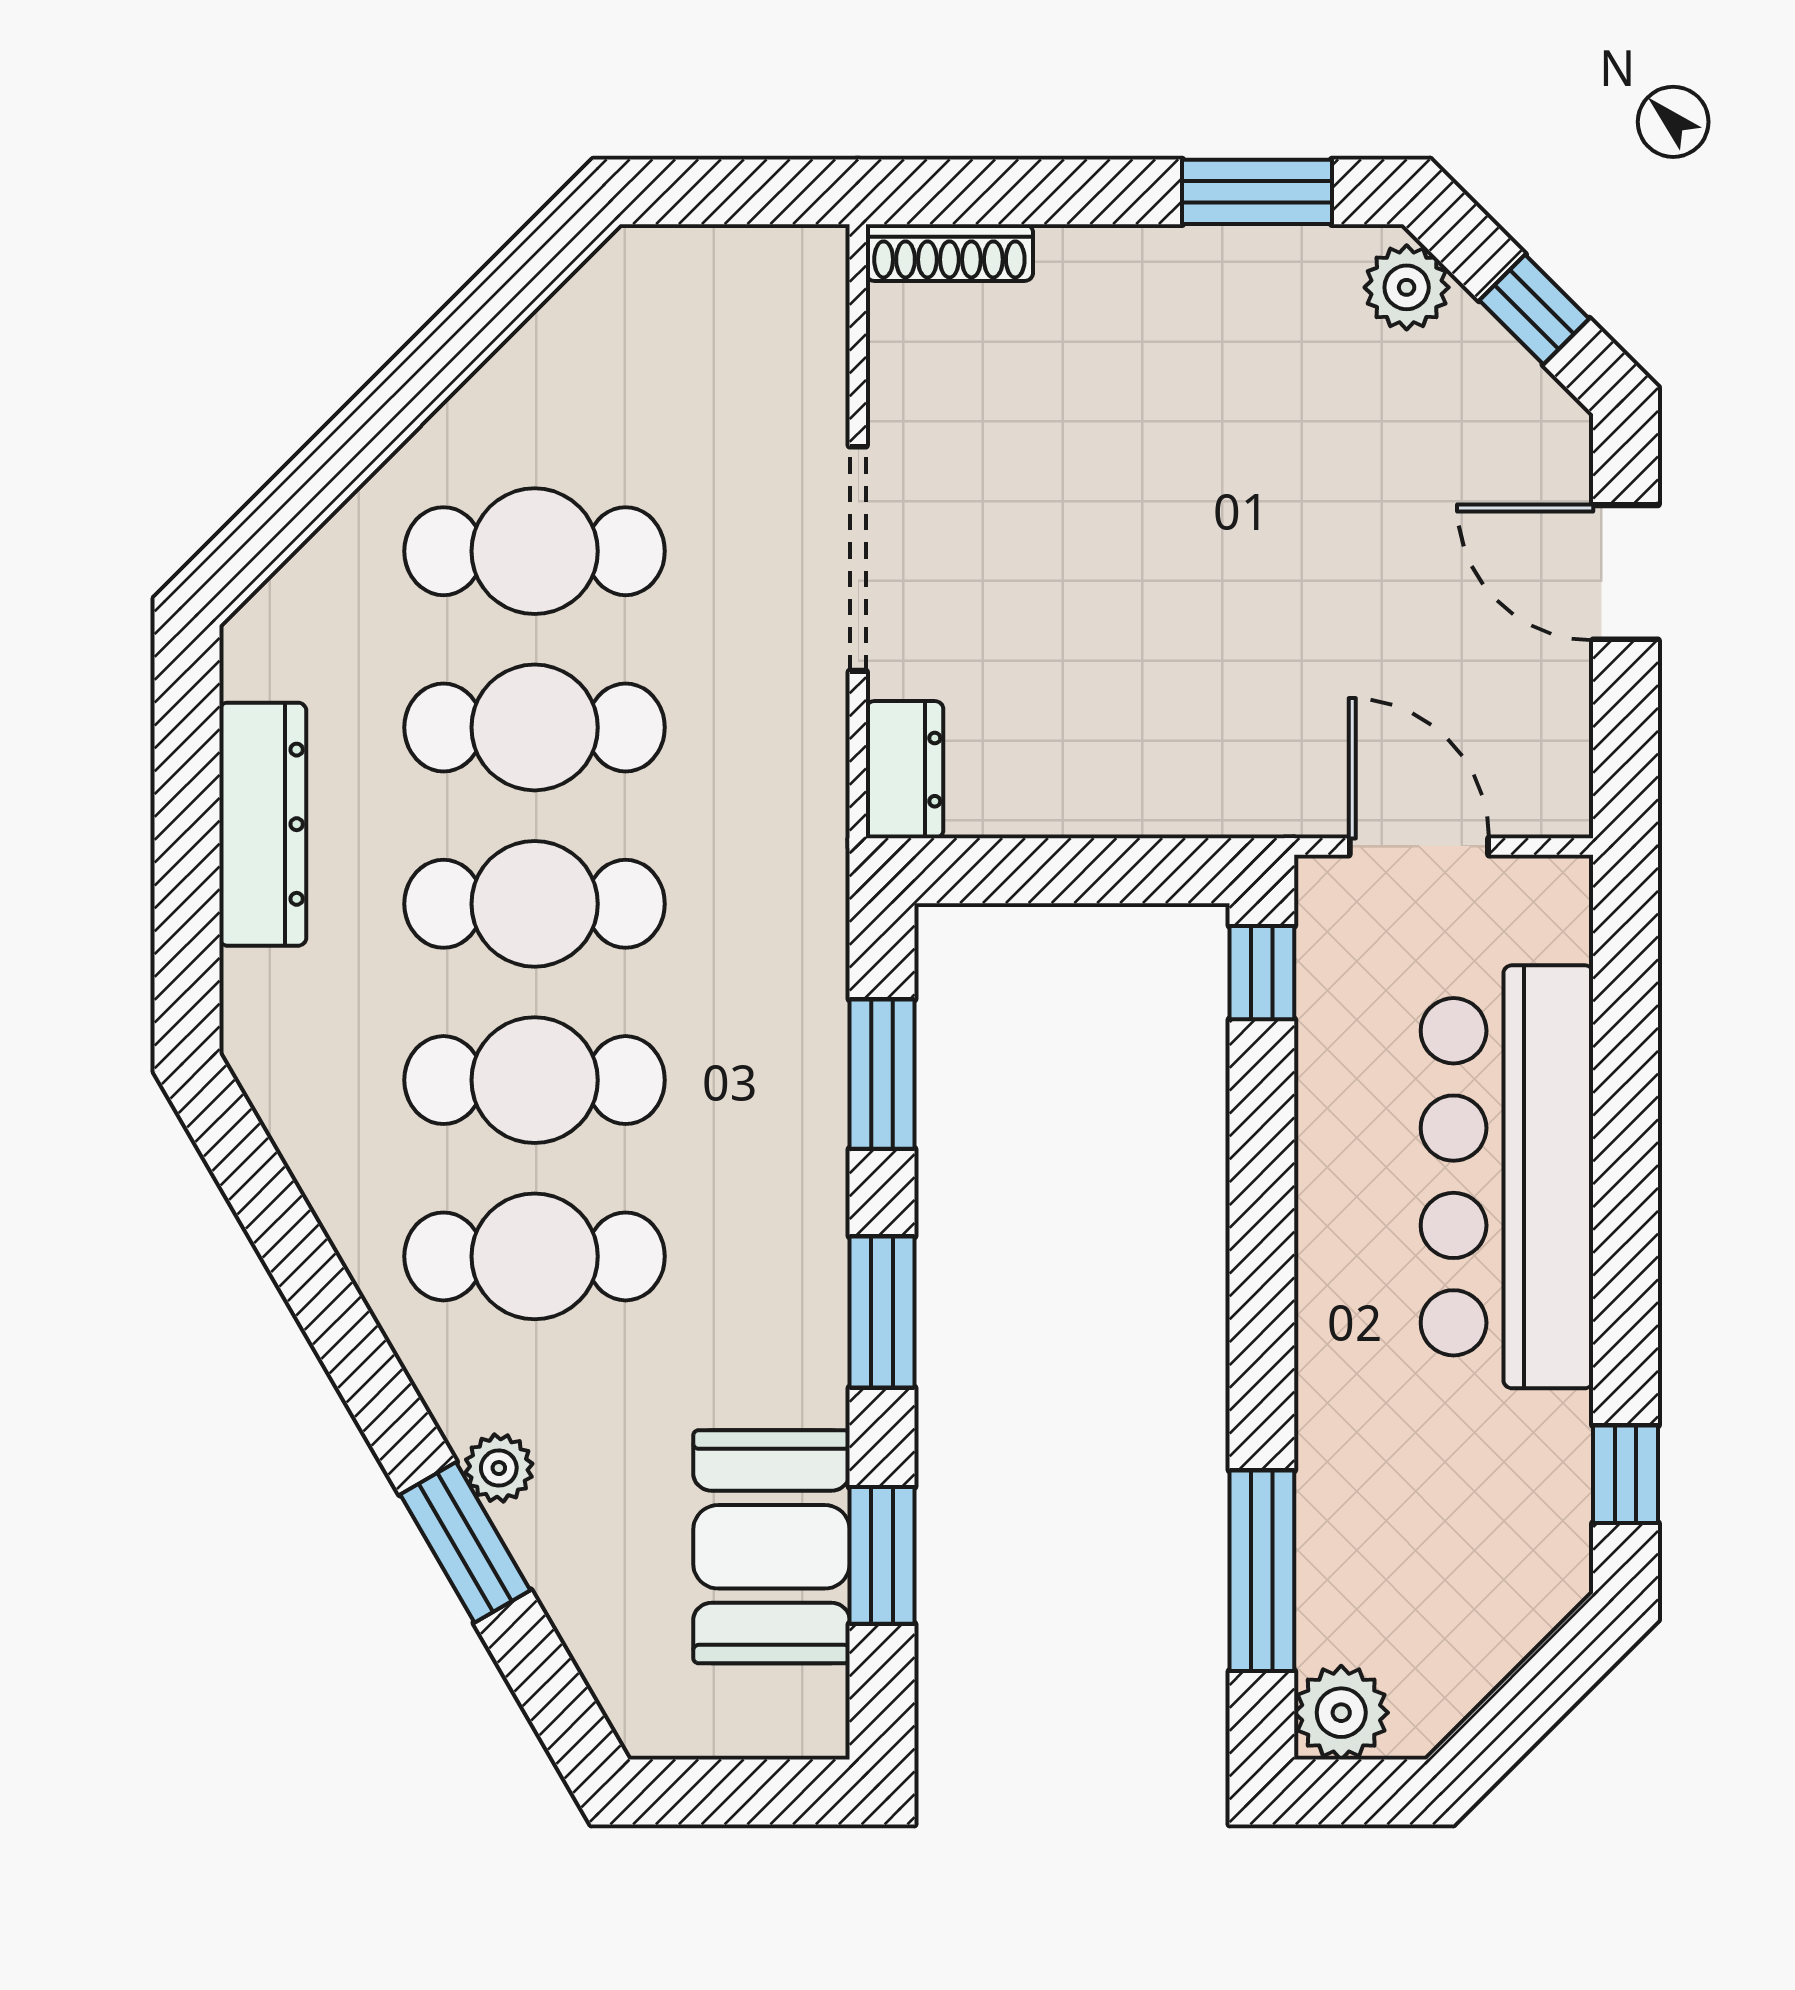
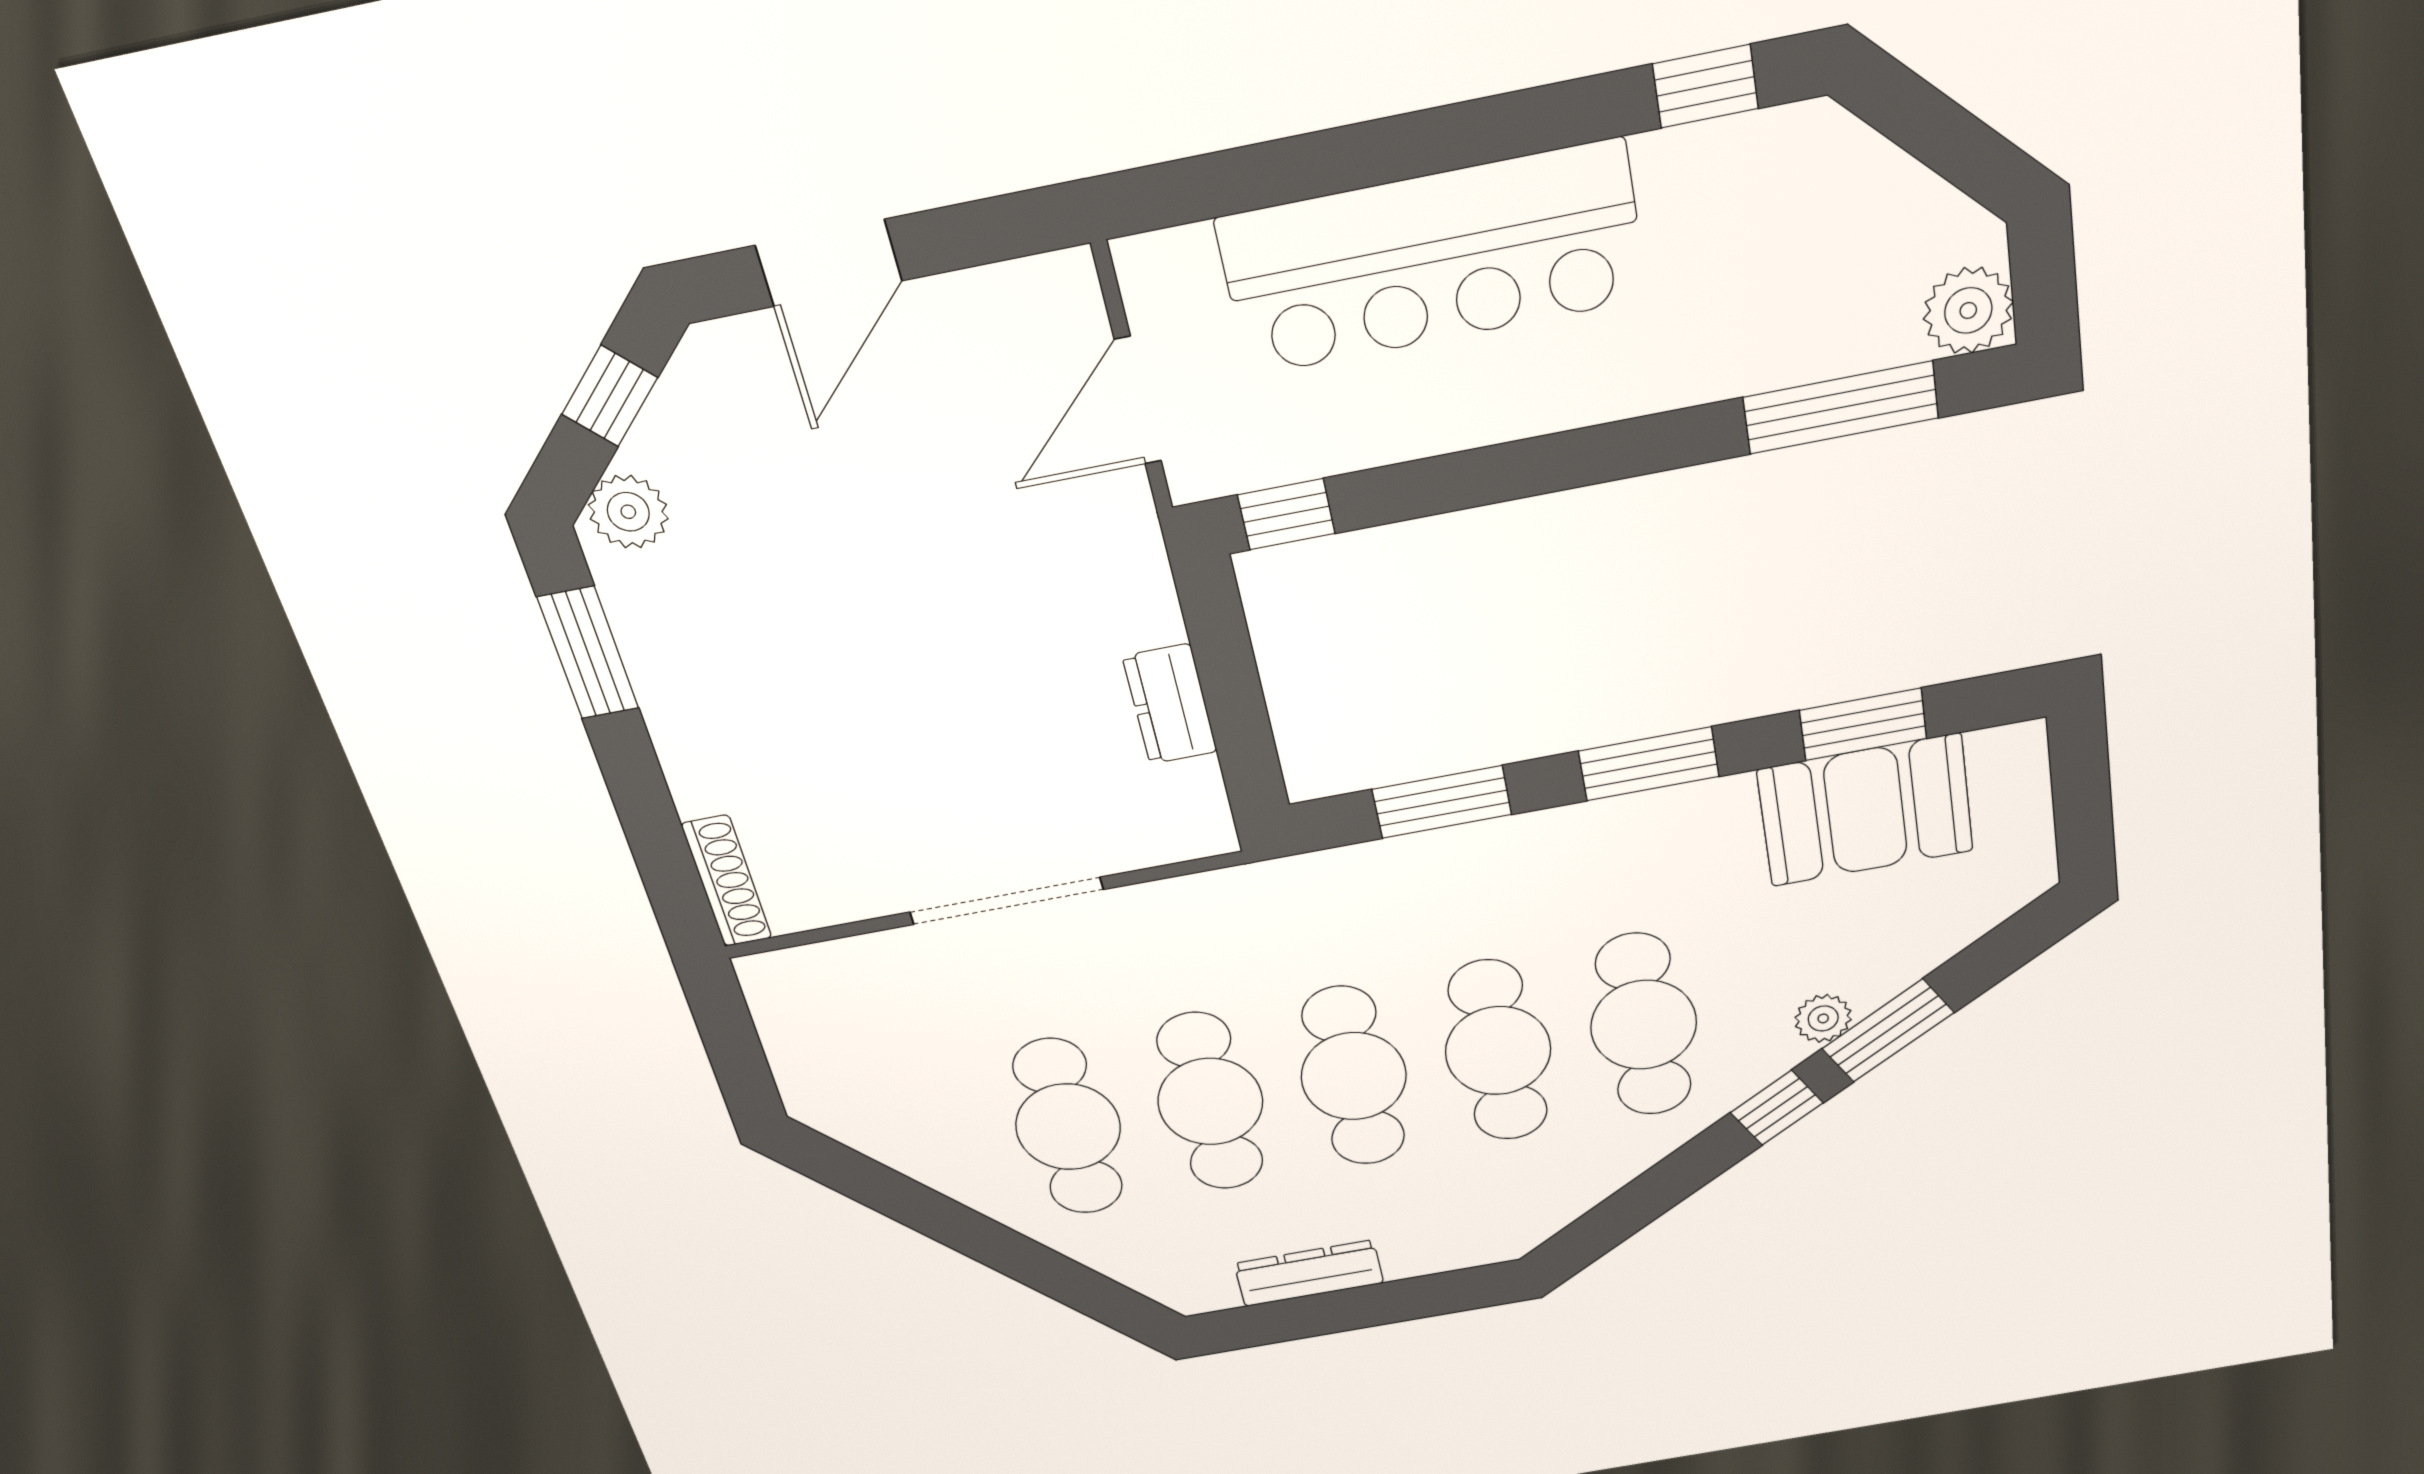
dresser: (905, 770) -> (1170, 704), moved, turned -90
dresser: (263, 824) -> (1309, 1273), width x0.73, depth x0.80
window: (382, 1398) -> (1777, 1108), added

